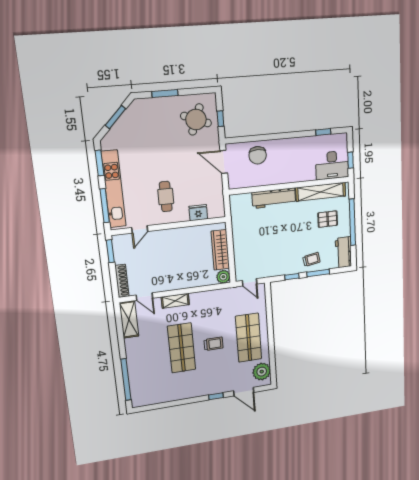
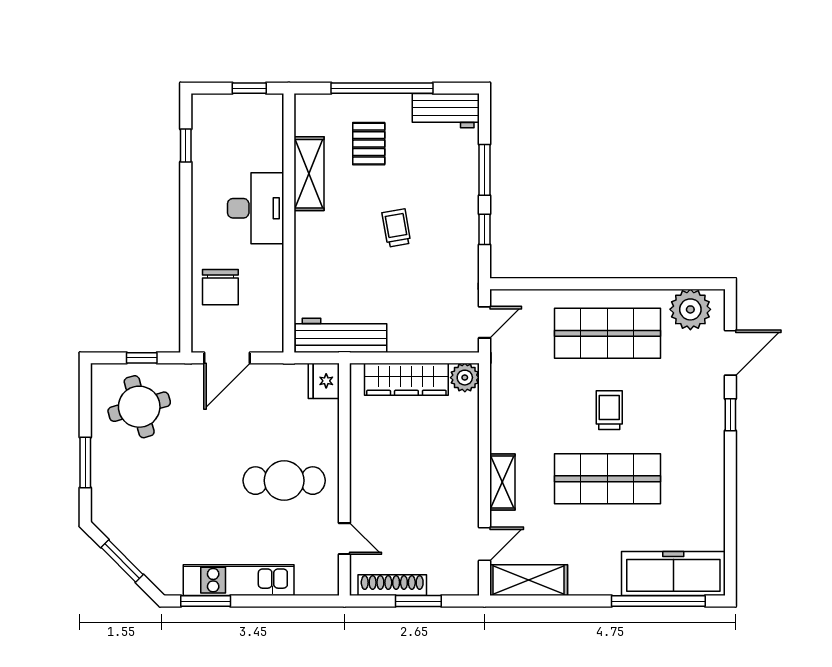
round table: (196, 119) -> (139, 407), turned -37
chair: (258, 155) -> (220, 287), turned 90
desk: (332, 165) -> (256, 208), moved
kitchen unit: (114, 189) -> (239, 580), width x0.73
shelving: (321, 192) -> (309, 174), width x0.68
cafe table: (166, 197) -> (284, 481), width x1.37, depth x1.35
workbench: (274, 198) -> (341, 335), moved, turned -90
window: (105, 206) -> (289, 601), removed
fridge: (198, 213) -> (324, 381), moved
window: (110, 251) -> (418, 601), moved
trolley: (311, 259) -> (396, 228), moved
shoe rack: (122, 281) -> (392, 585), moved
freezer: (140, 384) -> (673, 574), added

